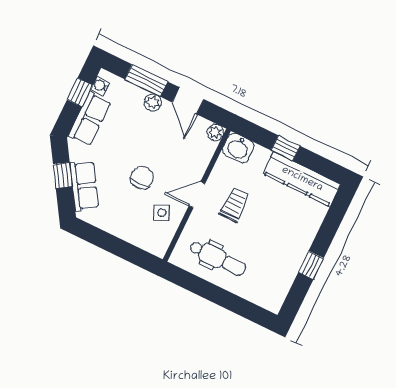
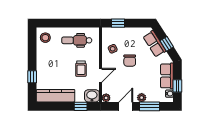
door: (188, 101) -> (126, 106), hinge flipped
window: (285, 148) -> (81, 106), moved
door: (197, 195) -> (101, 75), moved
window: (131, 253) -> (118, 23), added
window: (311, 265) -> (32, 77), moved
stool: (270, 290) -> (45, 38), added

